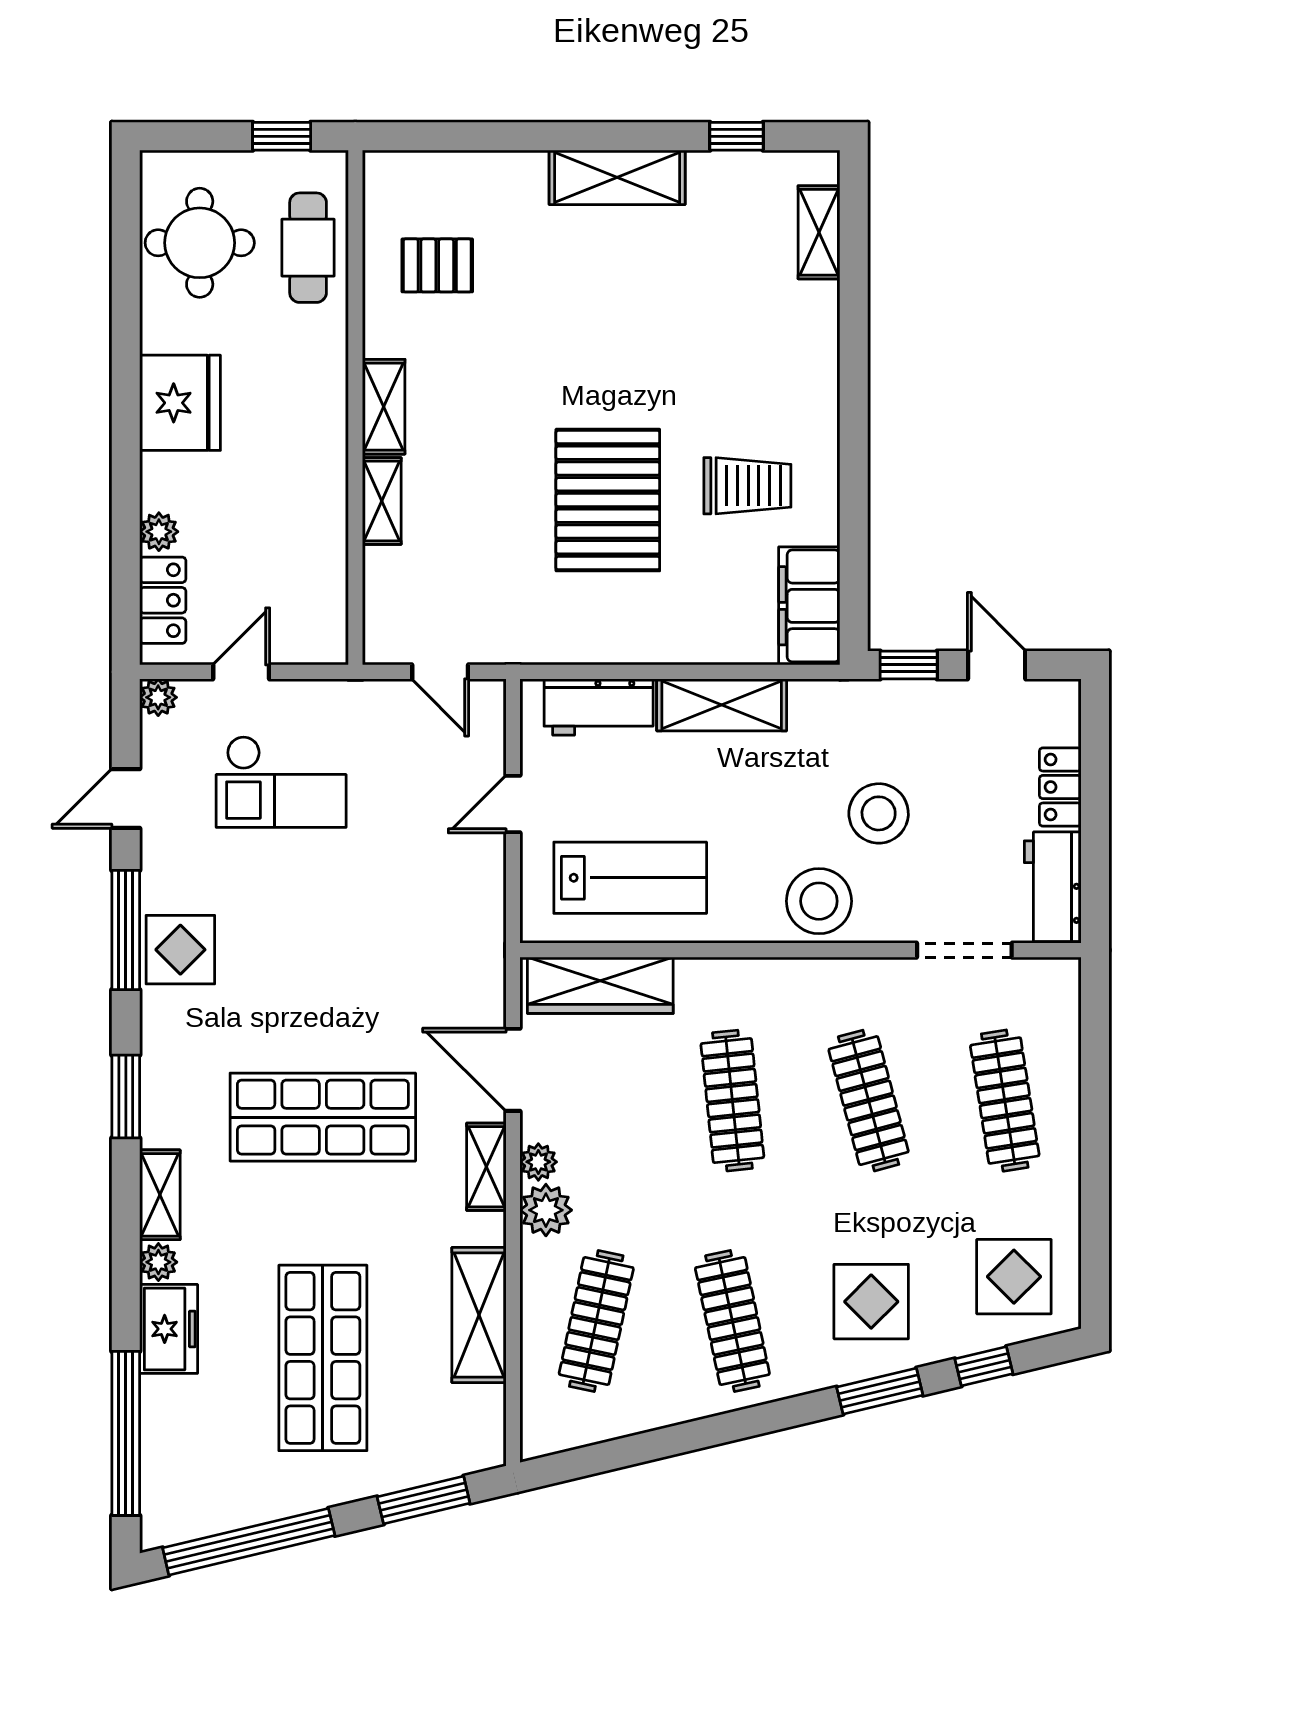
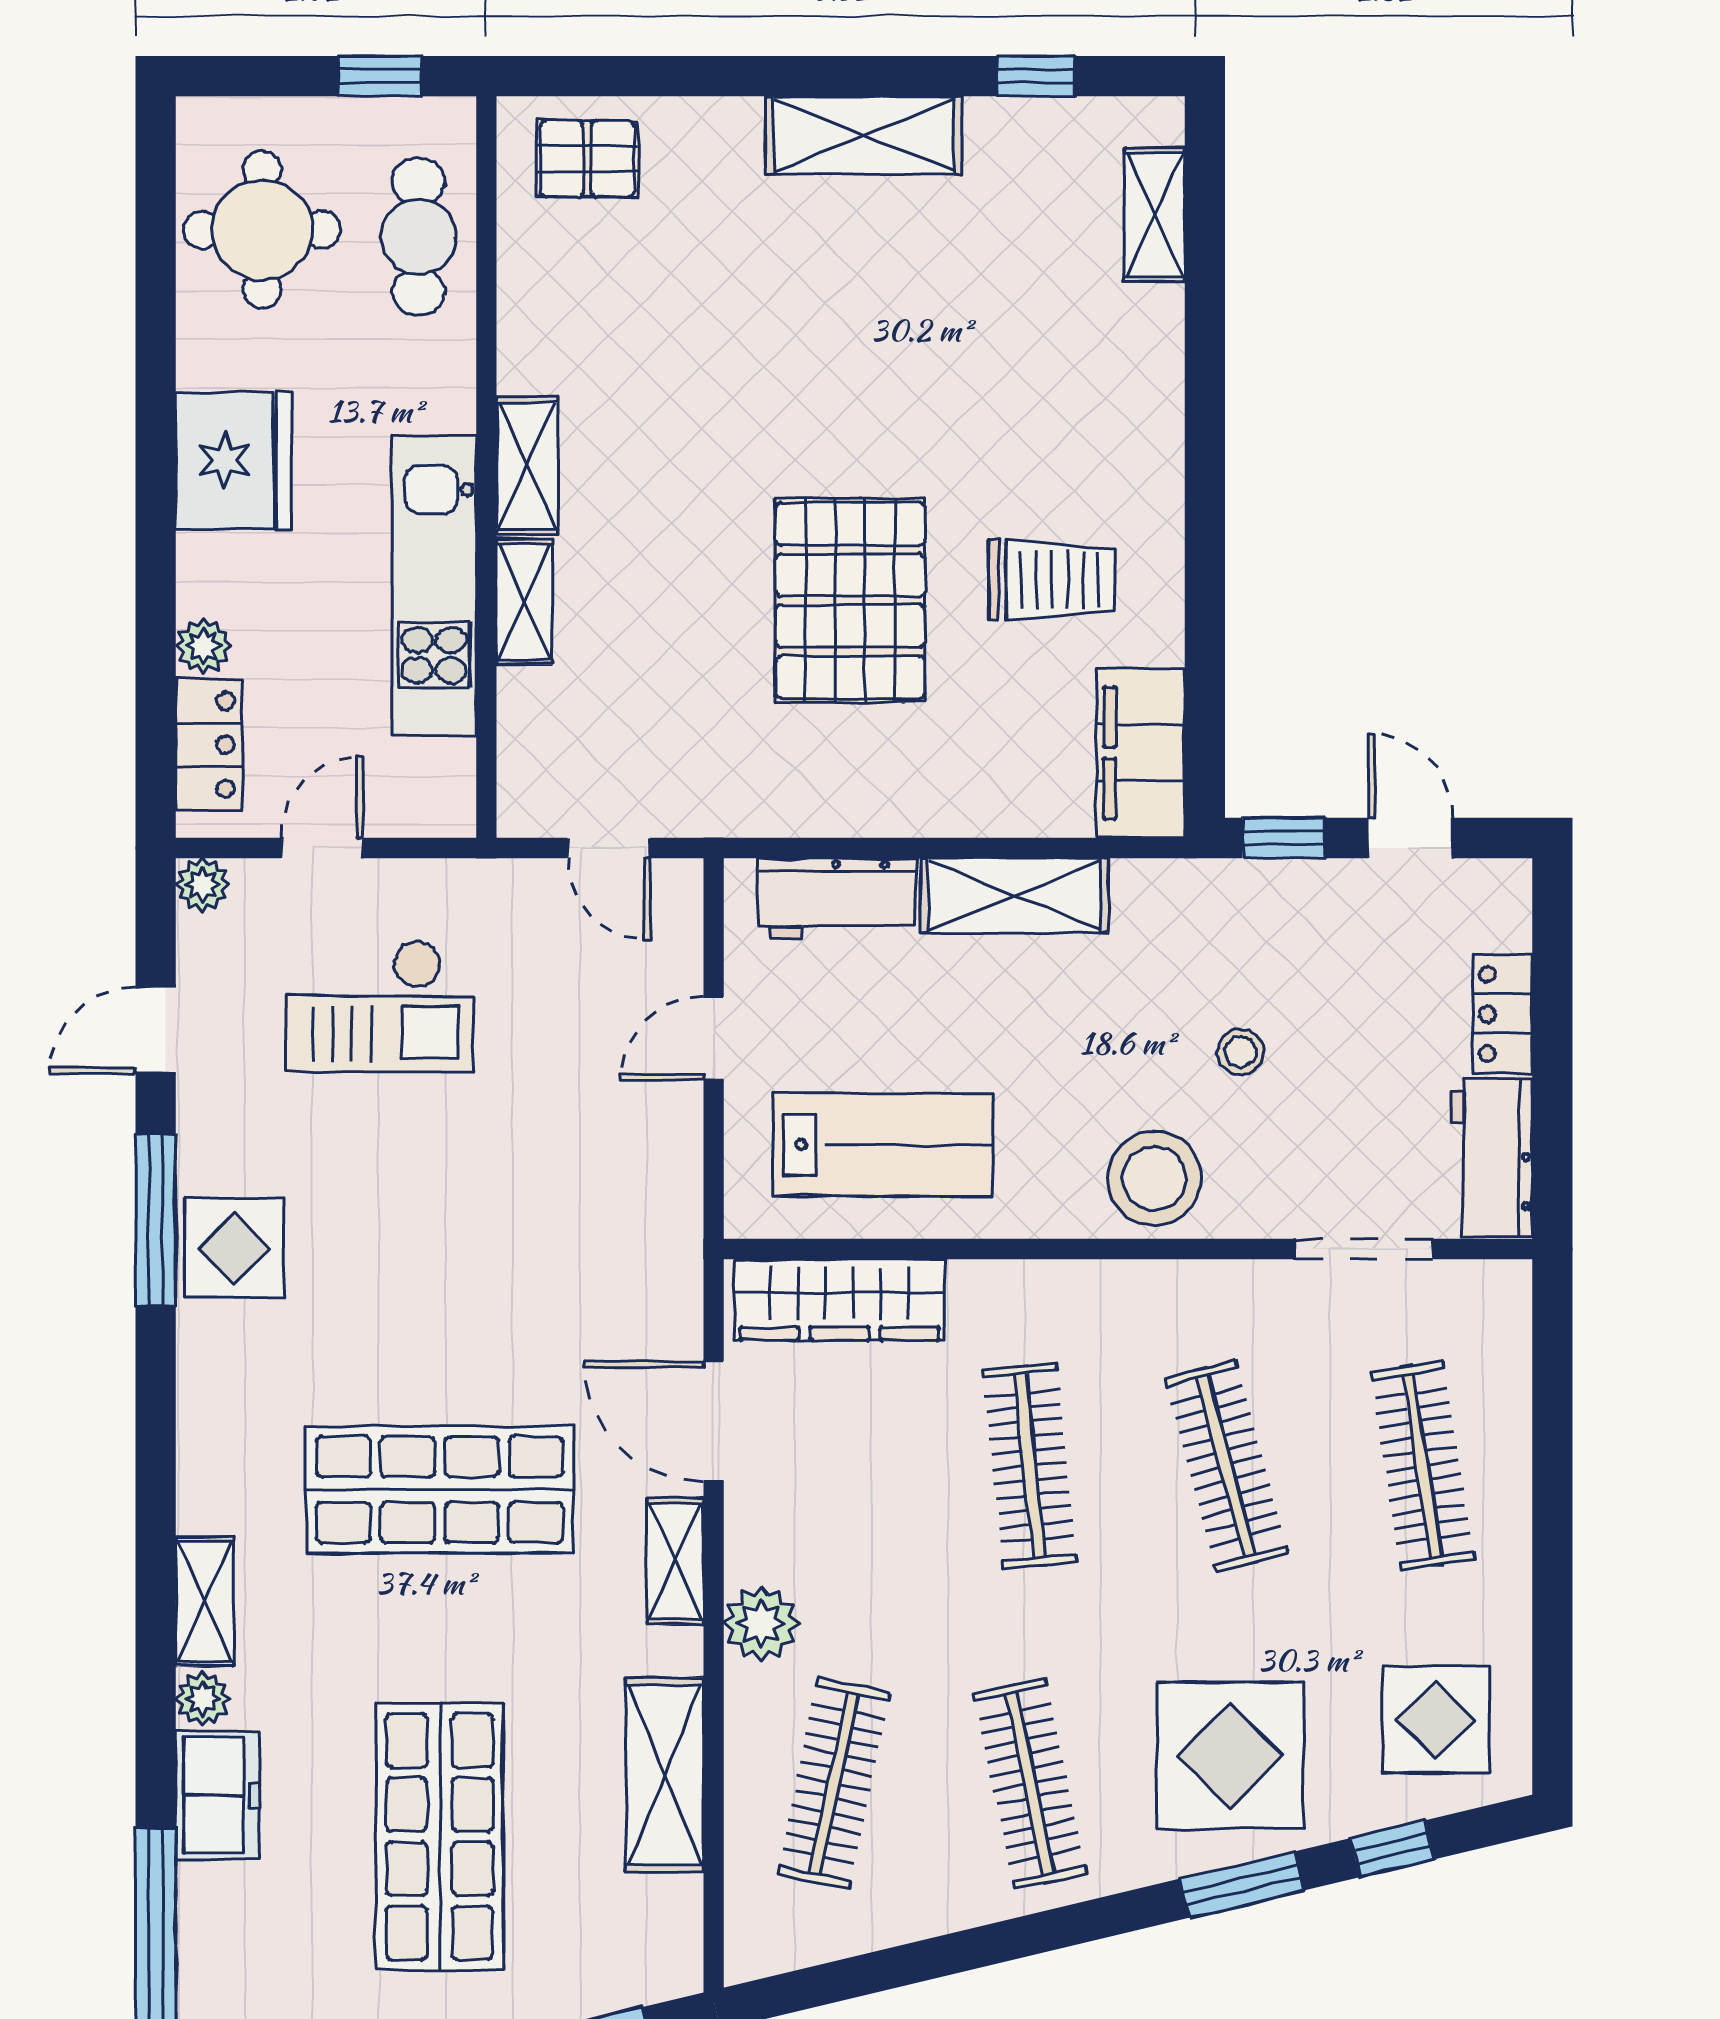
pallet: (437, 265) -> (587, 159), moved
kitchen unit: (319, 490) -> (434, 586), added
stool: (879, 813) -> (1241, 1052), width x0.53, depth x0.53
window: (126, 1096) -> (156, 1460), removed
plant: (538, 1162) -> (750, 1554), removed
display table: (871, 1302) -> (1230, 1755), width x1.36, depth x1.36

